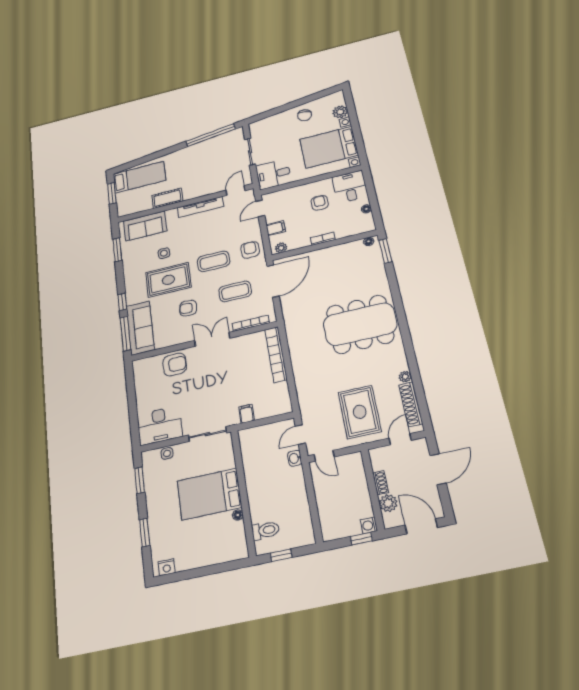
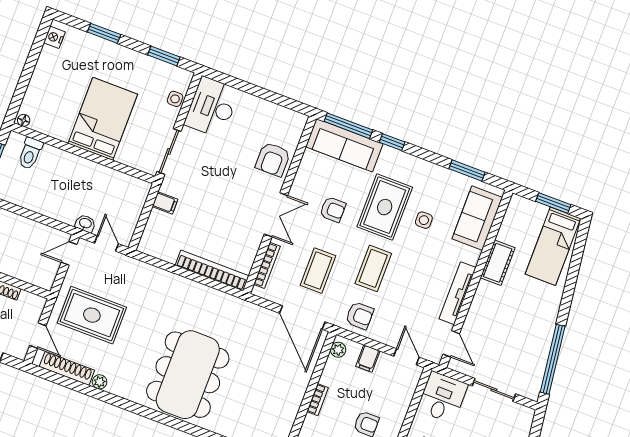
armchair: (188, 308) -> (333, 210), turned 85
floor lamp: (238, 515) -> (24, 120), moved

